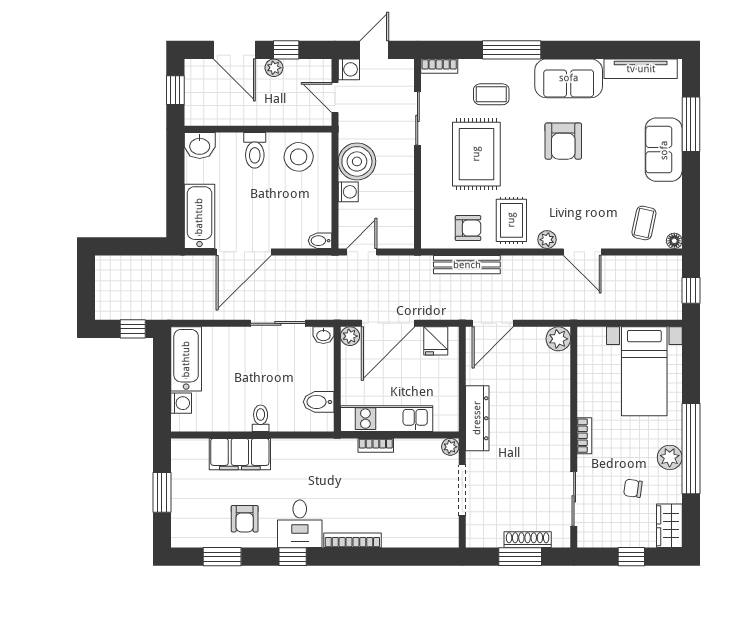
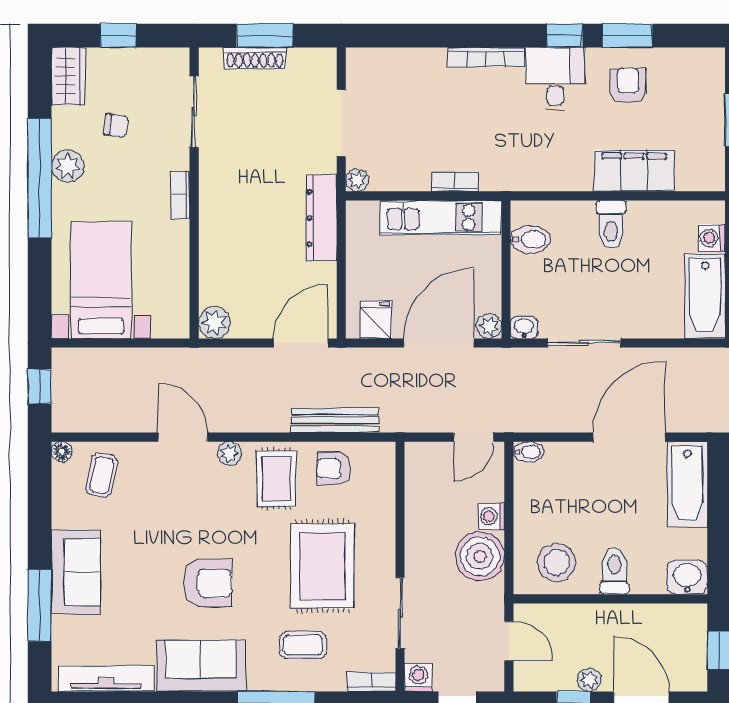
washing machine: (349, 69) -> (418, 678), moved, turned 90
armchair: (563, 141) -> (208, 583), turned 90
toilet: (261, 418) -> (611, 225), width x1.37, depth x1.39
window: (222, 557) -> (627, 36), moved

